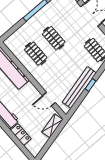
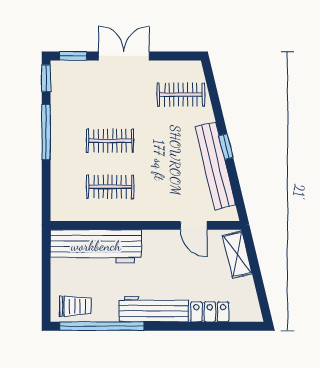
door: (49, 99) -> (194, 225), hinge flipped

